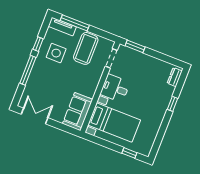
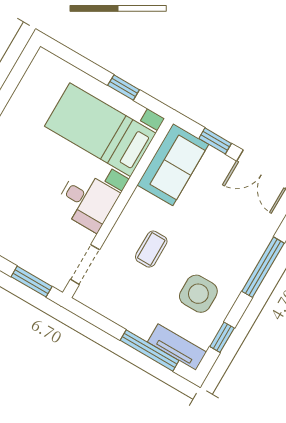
window: (38, 44) -> (222, 337), moved
coffee table: (86, 48) -> (151, 249), moved, width x0.54, depth x0.58
window: (60, 126) -> (215, 141), added
window: (129, 153) -> (124, 87), moved

